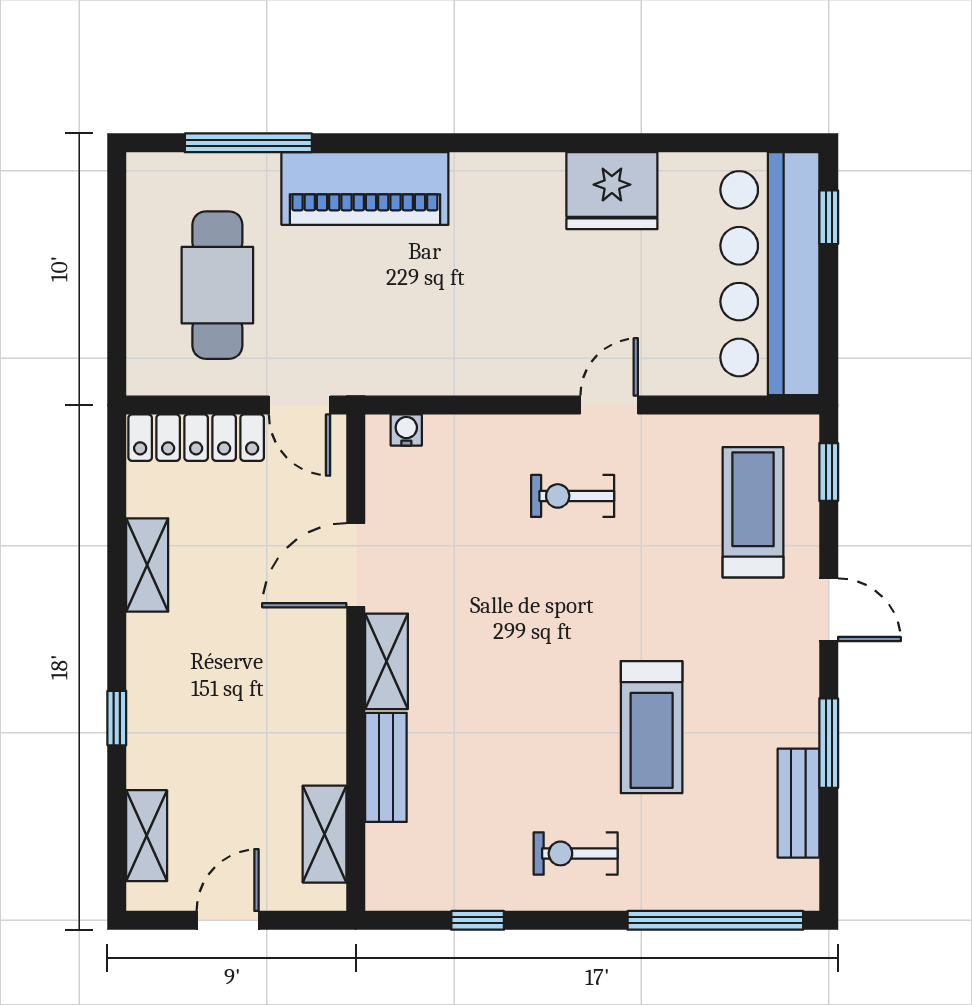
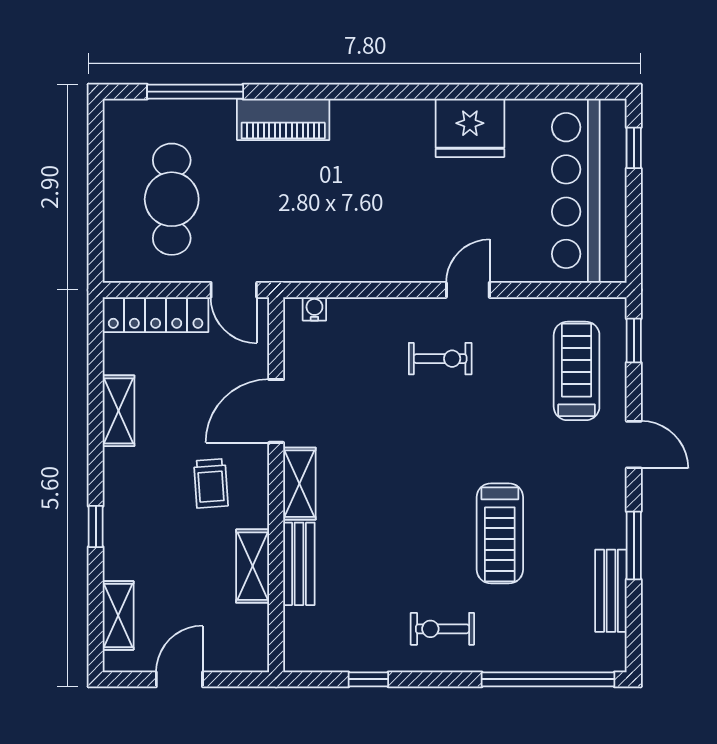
piano: (365, 188) -> (283, 119), width x0.73, depth x0.75
exercise bike: (573, 496) -> (440, 359), turned 180
trolley: (269, 661) -> (211, 483), added
shelving: (324, 834) -> (253, 566), moved

